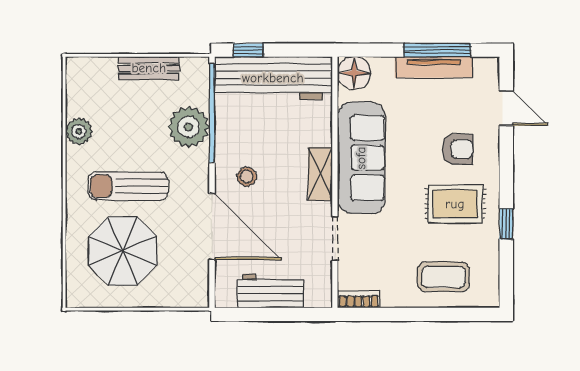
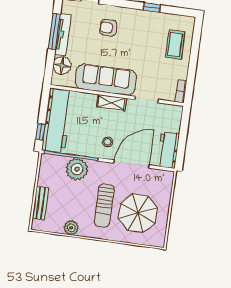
bench: (149, 68) -> (40, 203), moved
floor lamp: (354, 73) -> (62, 65), moved
armchair: (458, 149) -> (108, 28), turned -90
rug: (455, 204) -> (137, 33), removed
workbench: (270, 291) -> (168, 150), moved

